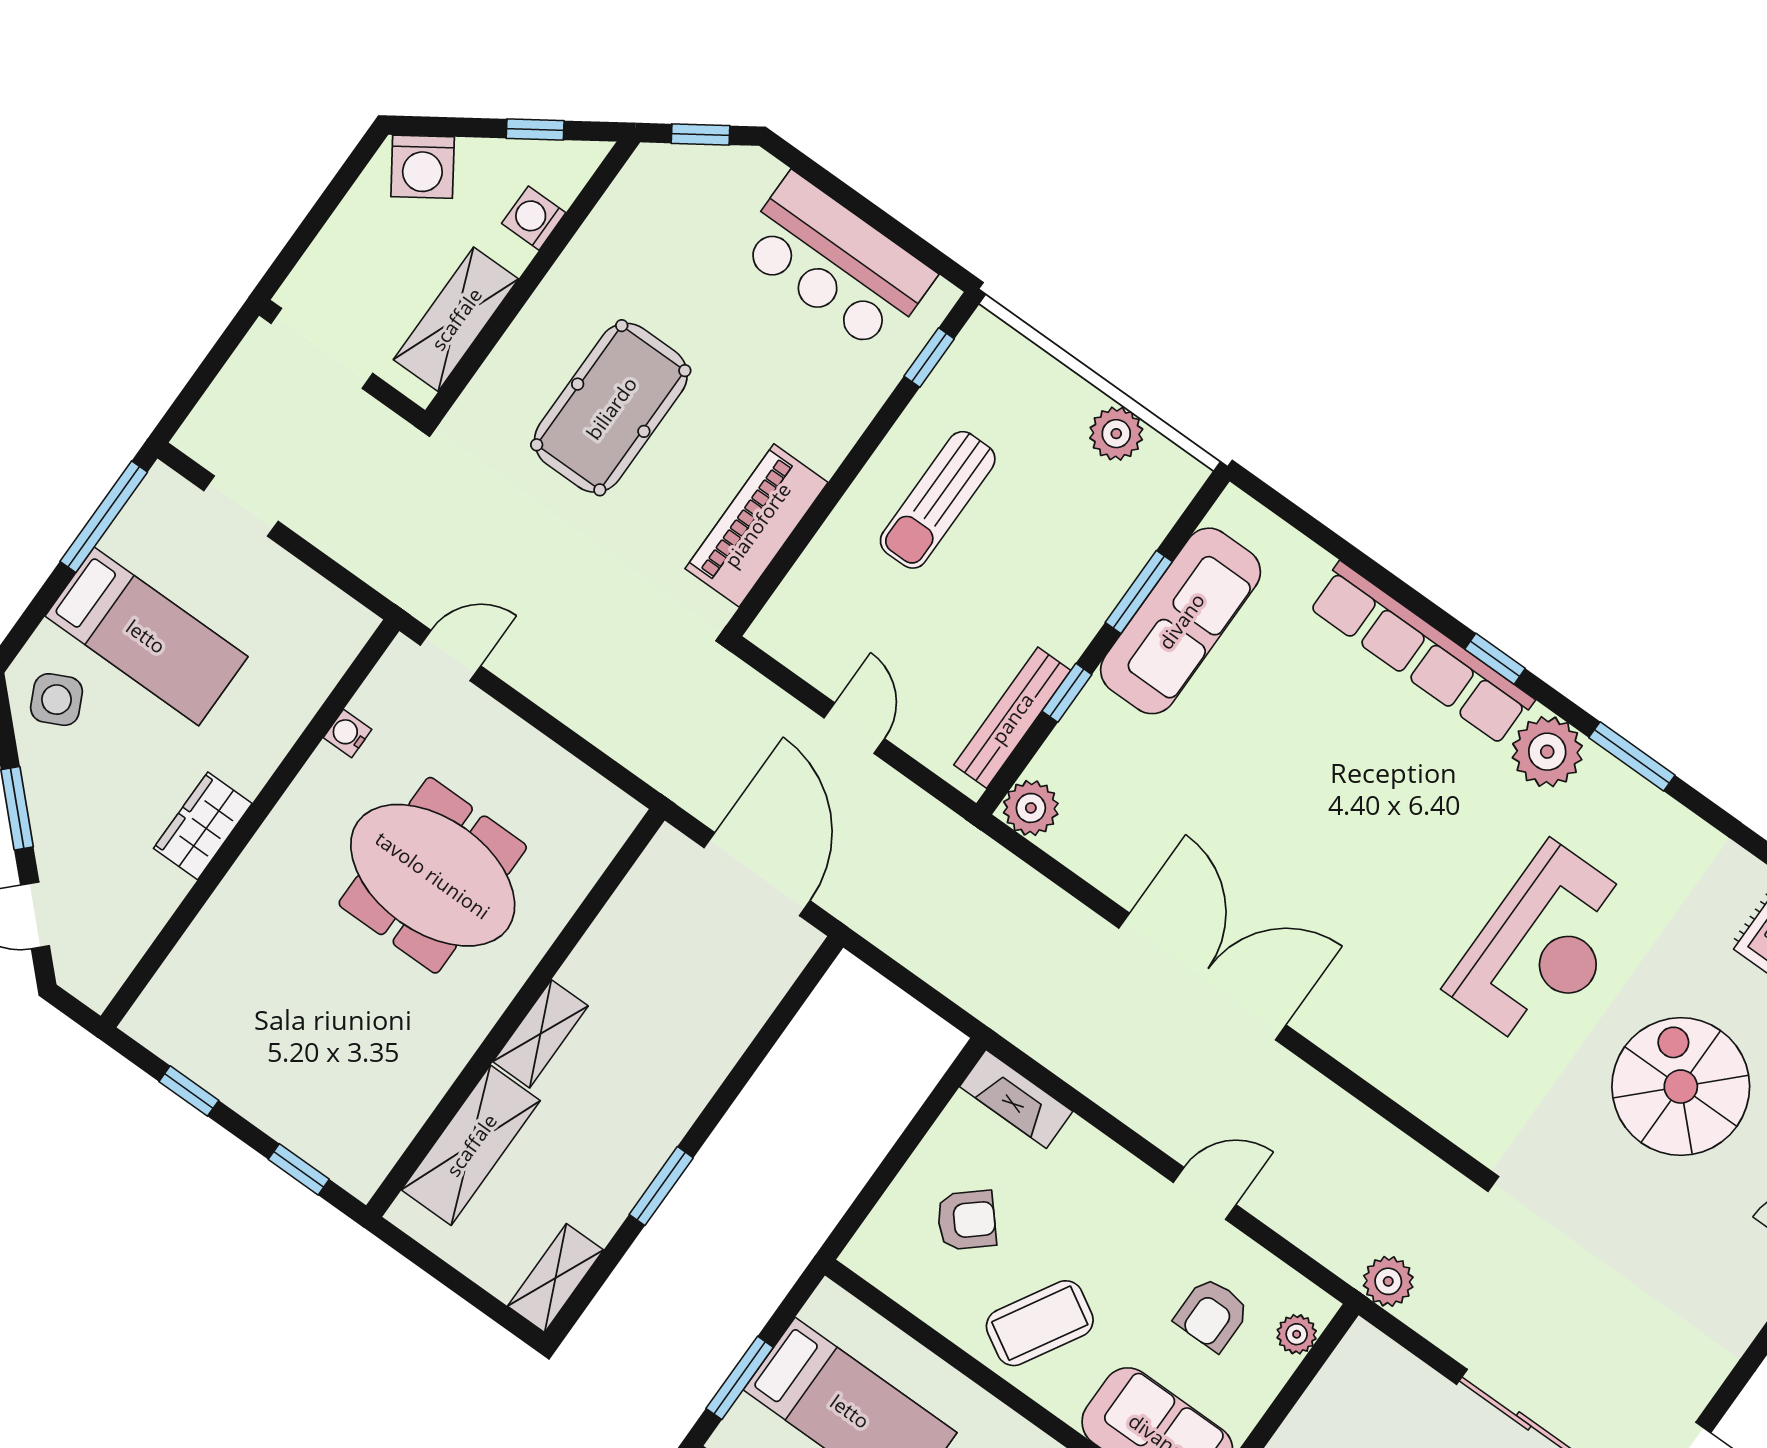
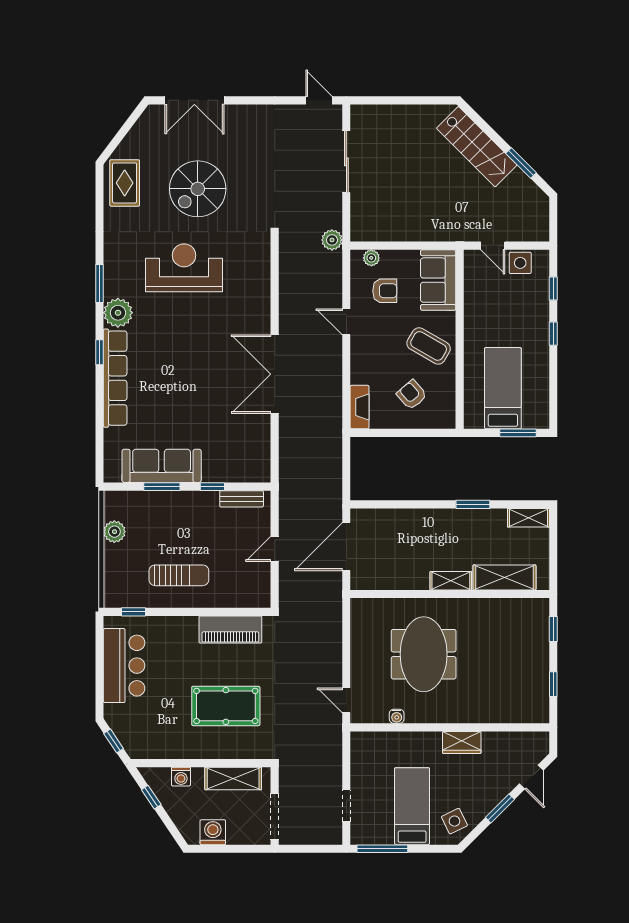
washing machine: (423, 167) -> (213, 832), moved, turned -56
bench: (1012, 718) -> (242, 499), width x0.73
plant: (1031, 808) -> (259, 471), removed

